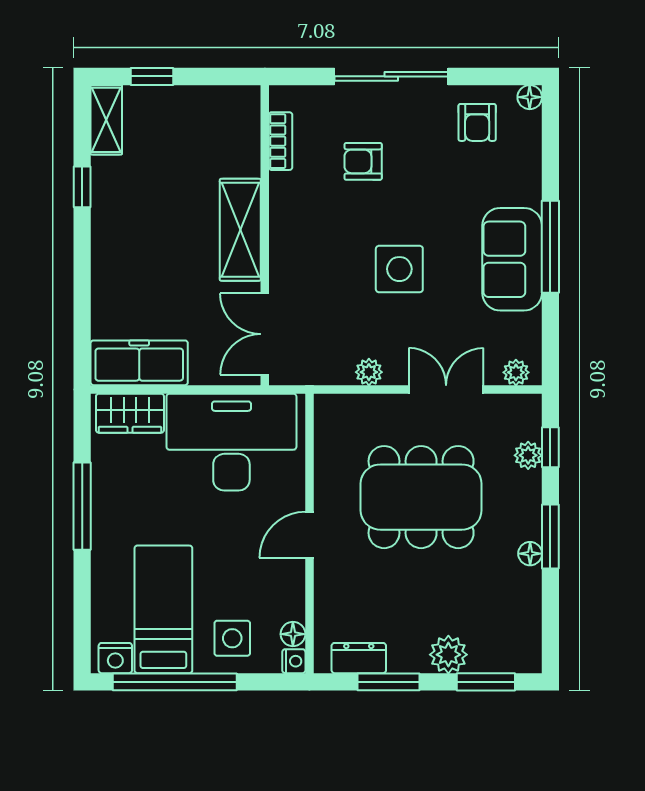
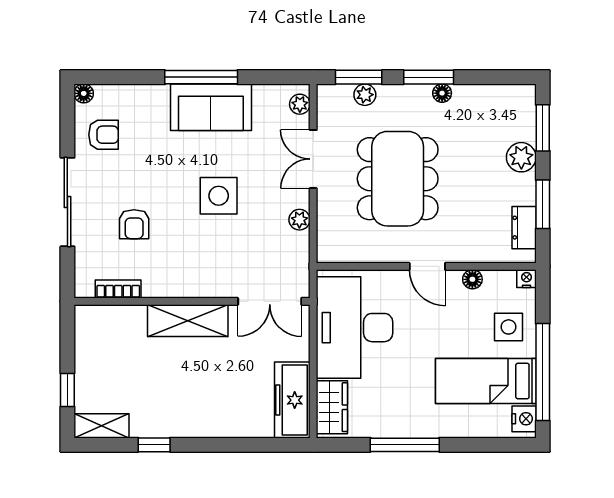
window: (550, 447) -> (359, 77), width x1.50
floor lamp: (293, 634) -> (472, 279), moved

